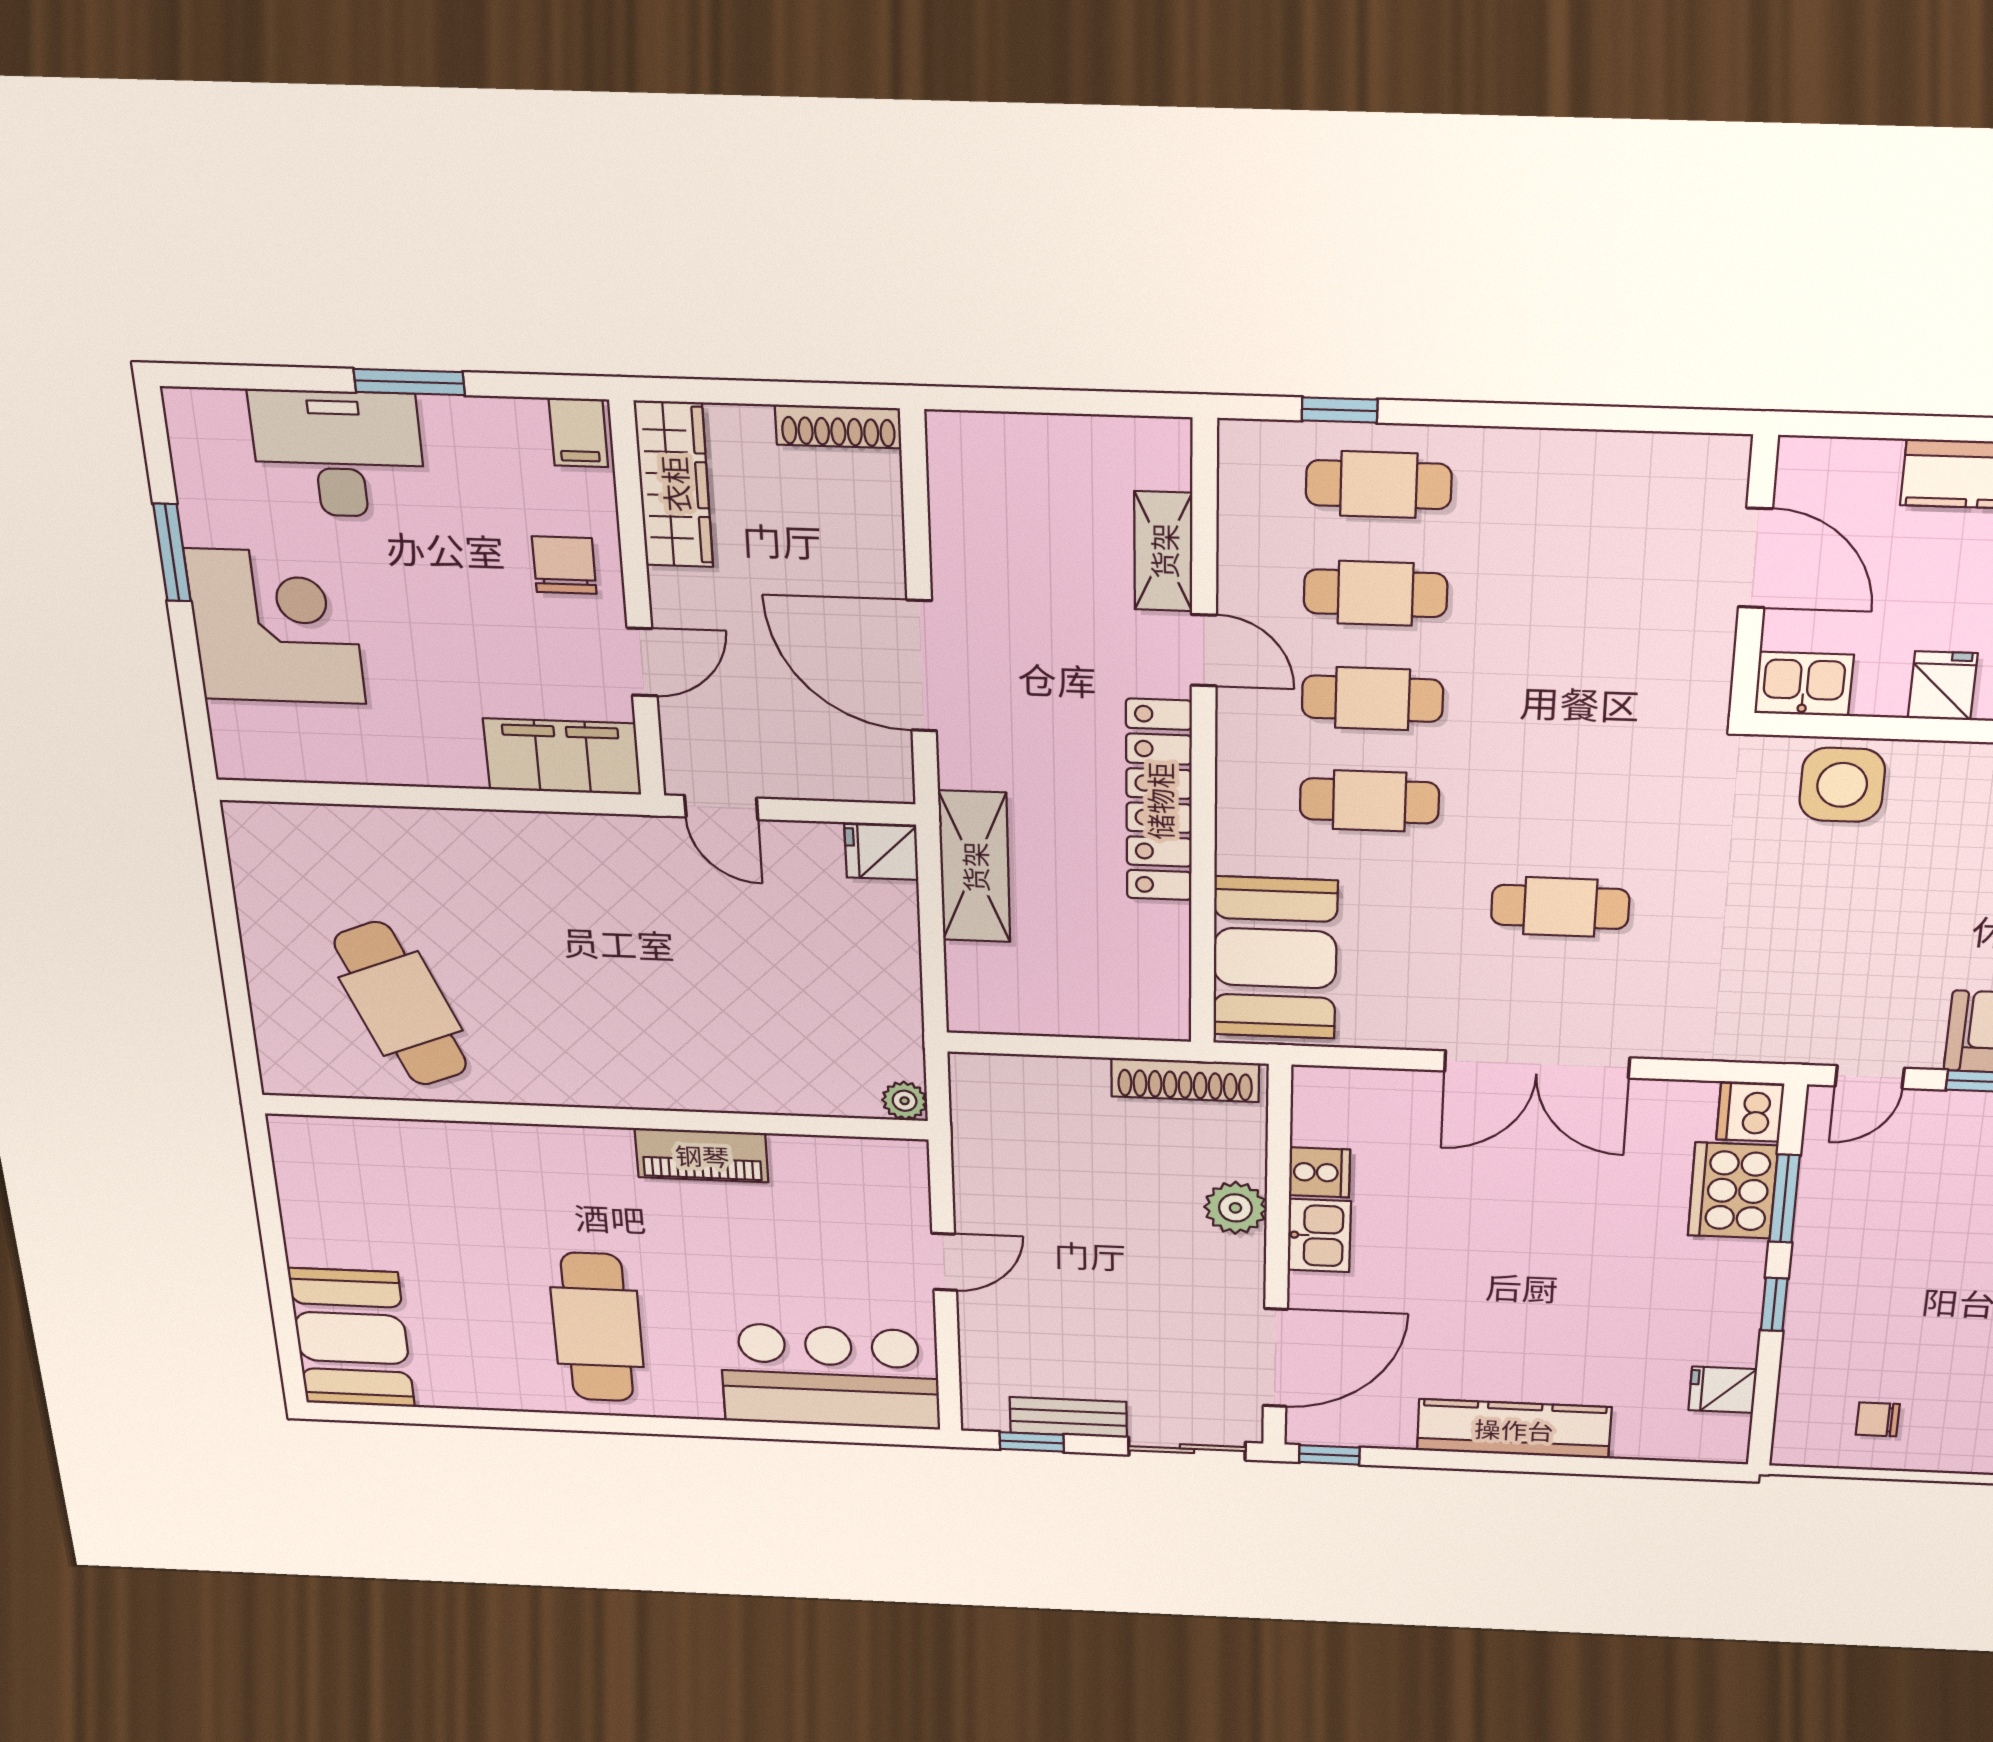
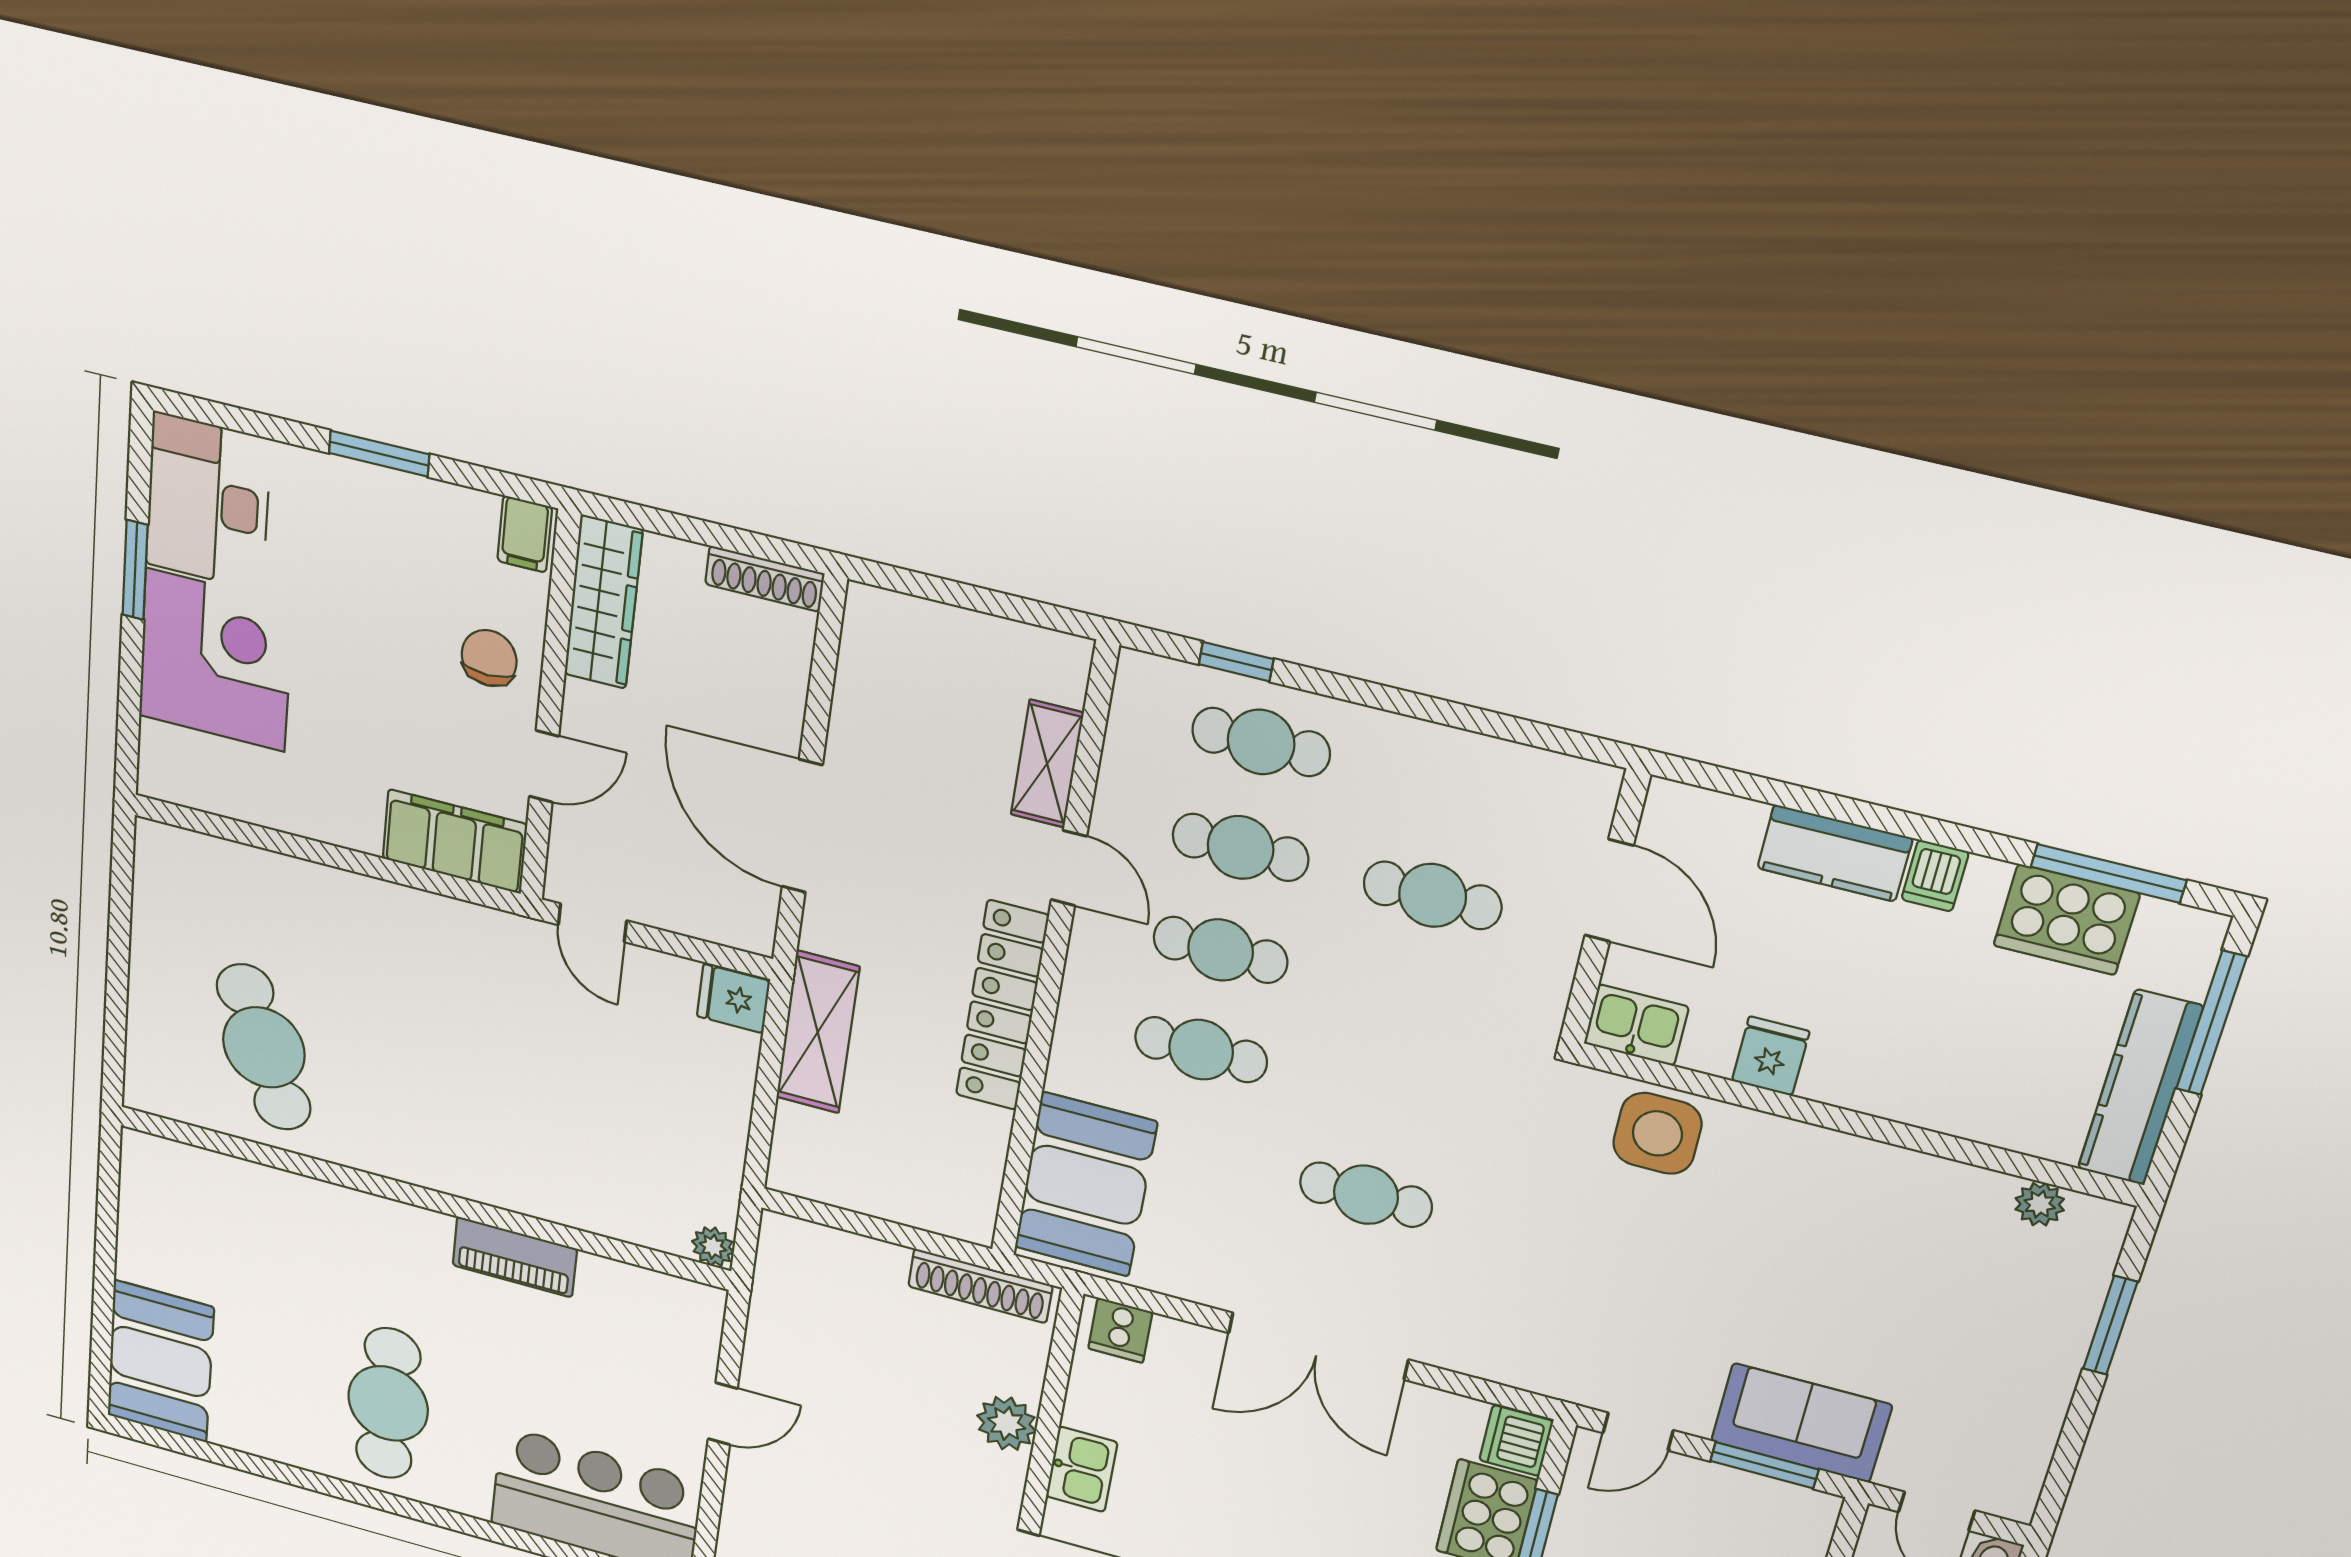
desk: (338, 454) -> (208, 502), moved, turned -90
cafe table: (1578, 600) -> (1433, 895), added
cooker: (1319, 1172) -> (1120, 1330), moved, turned 90

